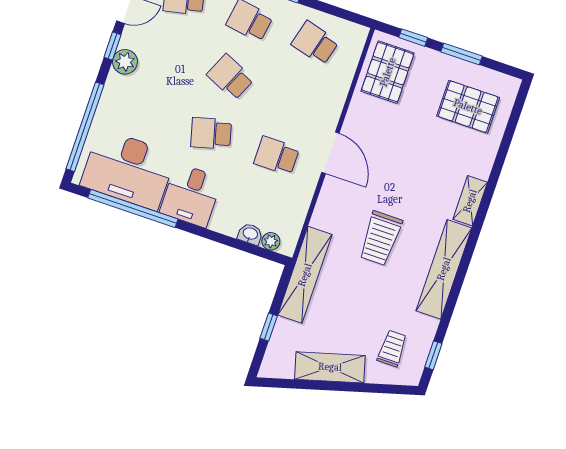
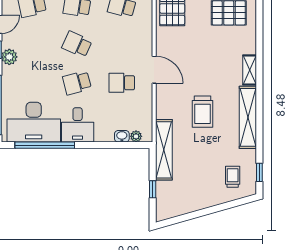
shelving: (330, 367) -> (198, 201), removed

